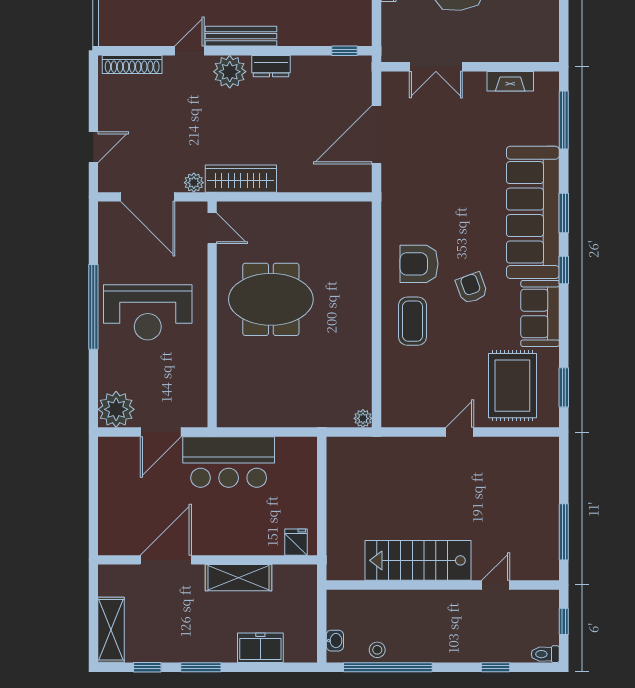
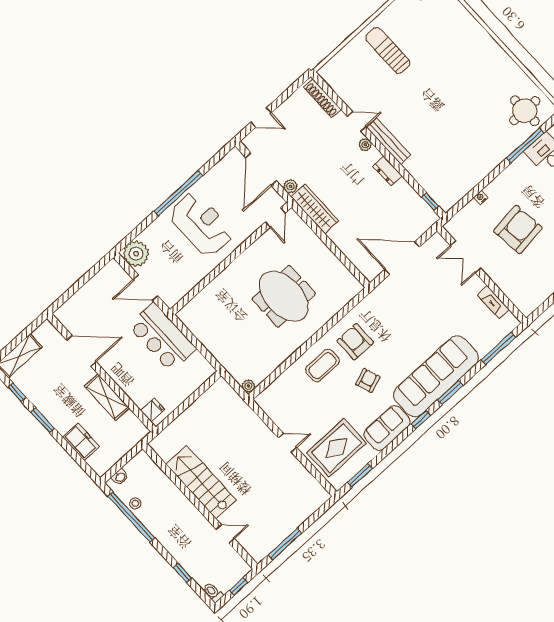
plant: (230, 72) -> (365, 145), width x0.53, depth x0.53
meeting table: (271, 299) -> (284, 296), moved
reception desk: (148, 312) -> (201, 224), turned 180

